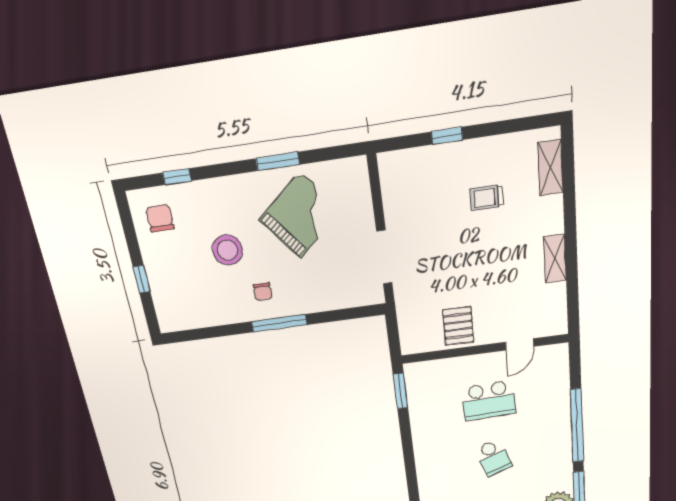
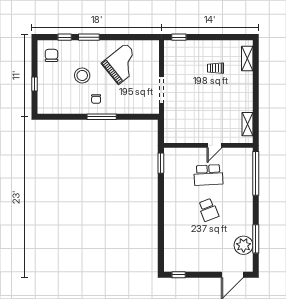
window: (447, 136) -> (179, 37), moved
window: (278, 161) -> (89, 37), moved
shelving: (555, 259) -> (248, 124), moved
pallet: (458, 326) -> (196, 131), removed
door: (520, 344) -> (214, 145), moved
window: (577, 426) -> (256, 173), moved

